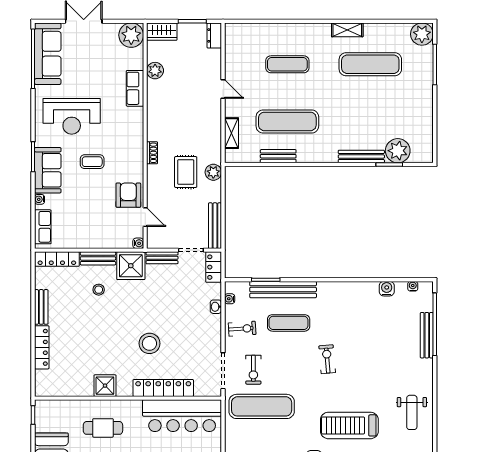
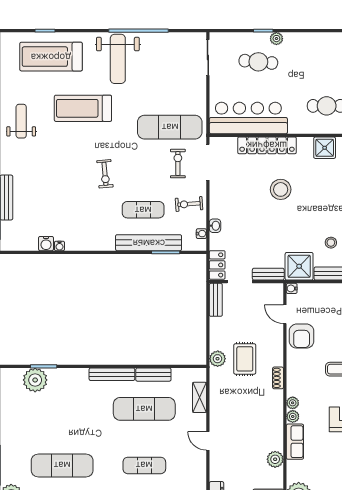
plant: (137, 114) -> (293, 416), added
plant: (137, 128) -> (293, 403), added
bench: (361, 157) -> (112, 374), moved
bench: (215, 226) -> (216, 300), width x0.73
water cooler: (413, 286) -> (59, 246), moved
treadmill: (349, 425) -> (83, 108), turned 180

